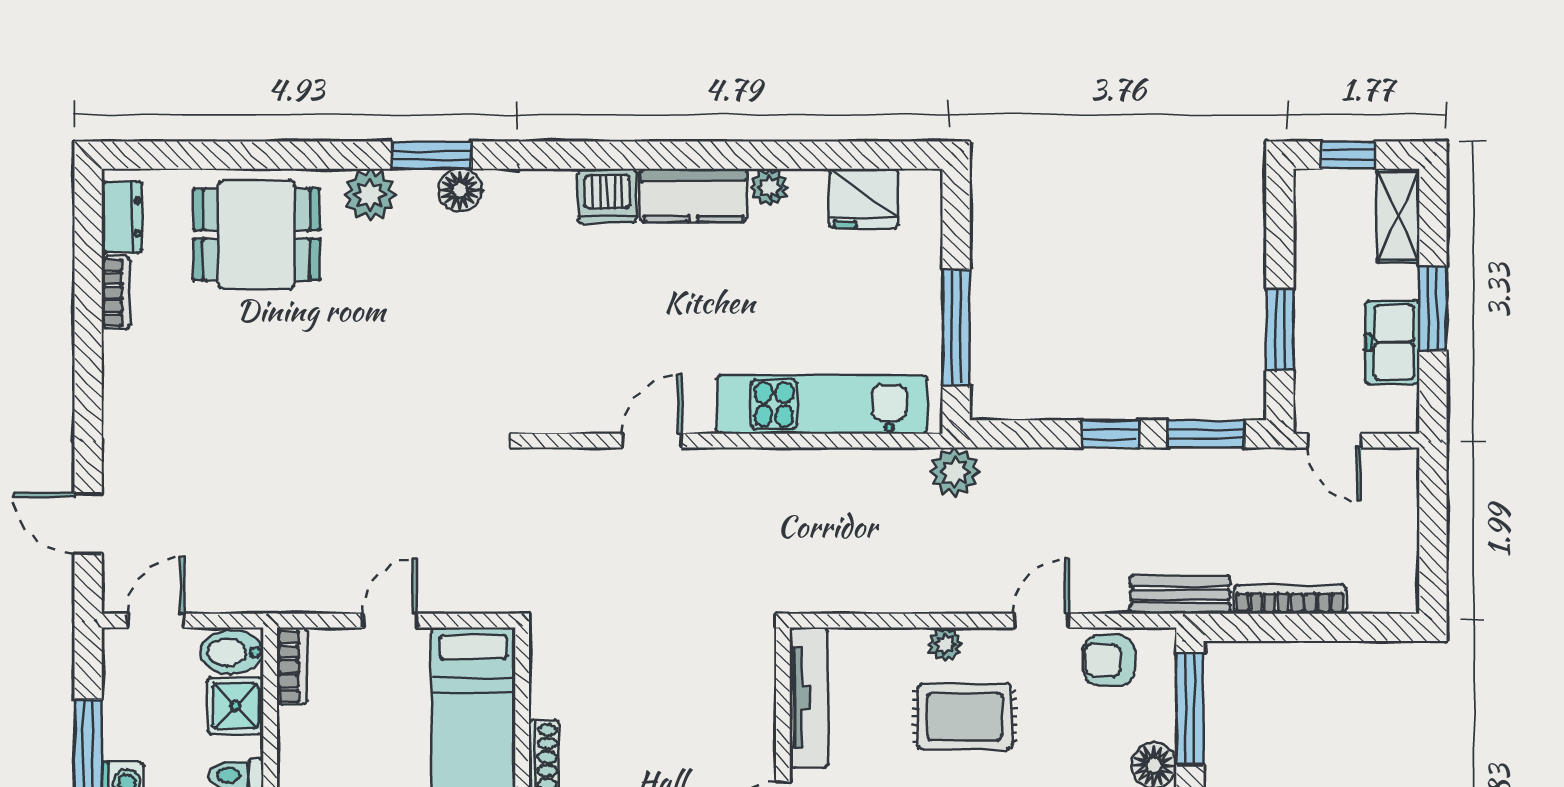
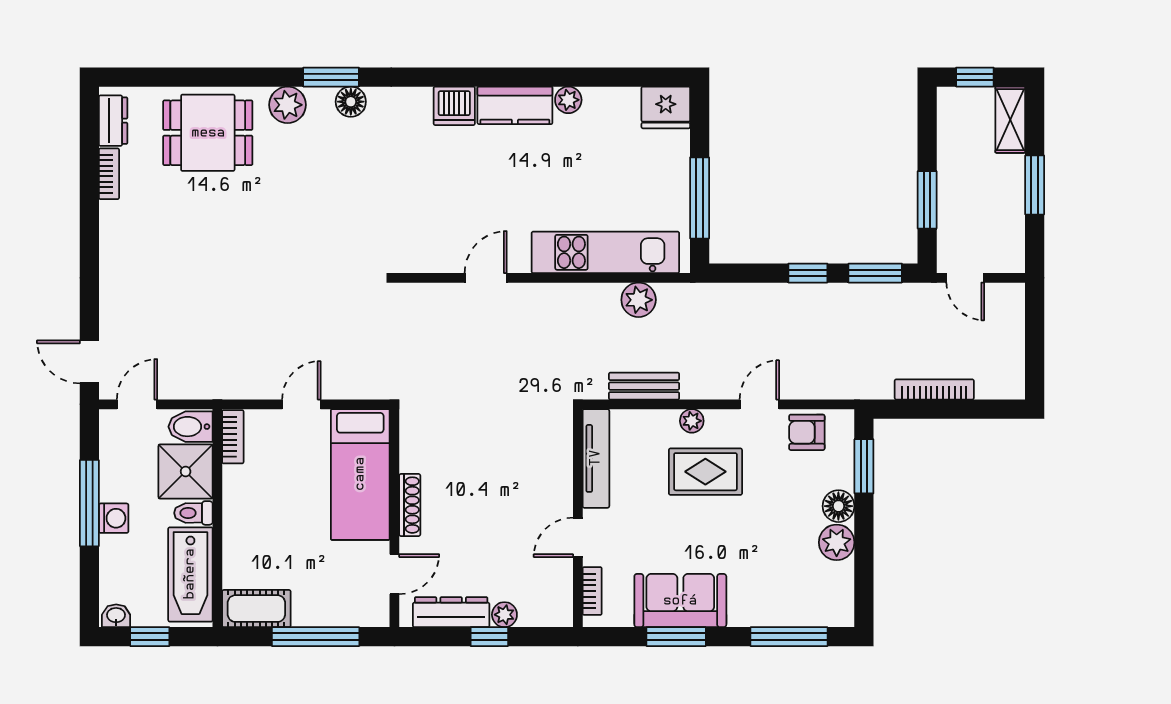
fridge: (863, 198) -> (666, 107), moved
freezer: (1392, 342) -> (1006, 209), removed
plant: (955, 472) -> (639, 300), moved
door: (88, 523) -> (89, 362), moved
bench: (1180, 595) -> (644, 386), moved
shower: (235, 706) -> (186, 471), width x1.36, depth x1.36
window: (1190, 709) -> (864, 466), width x0.69

